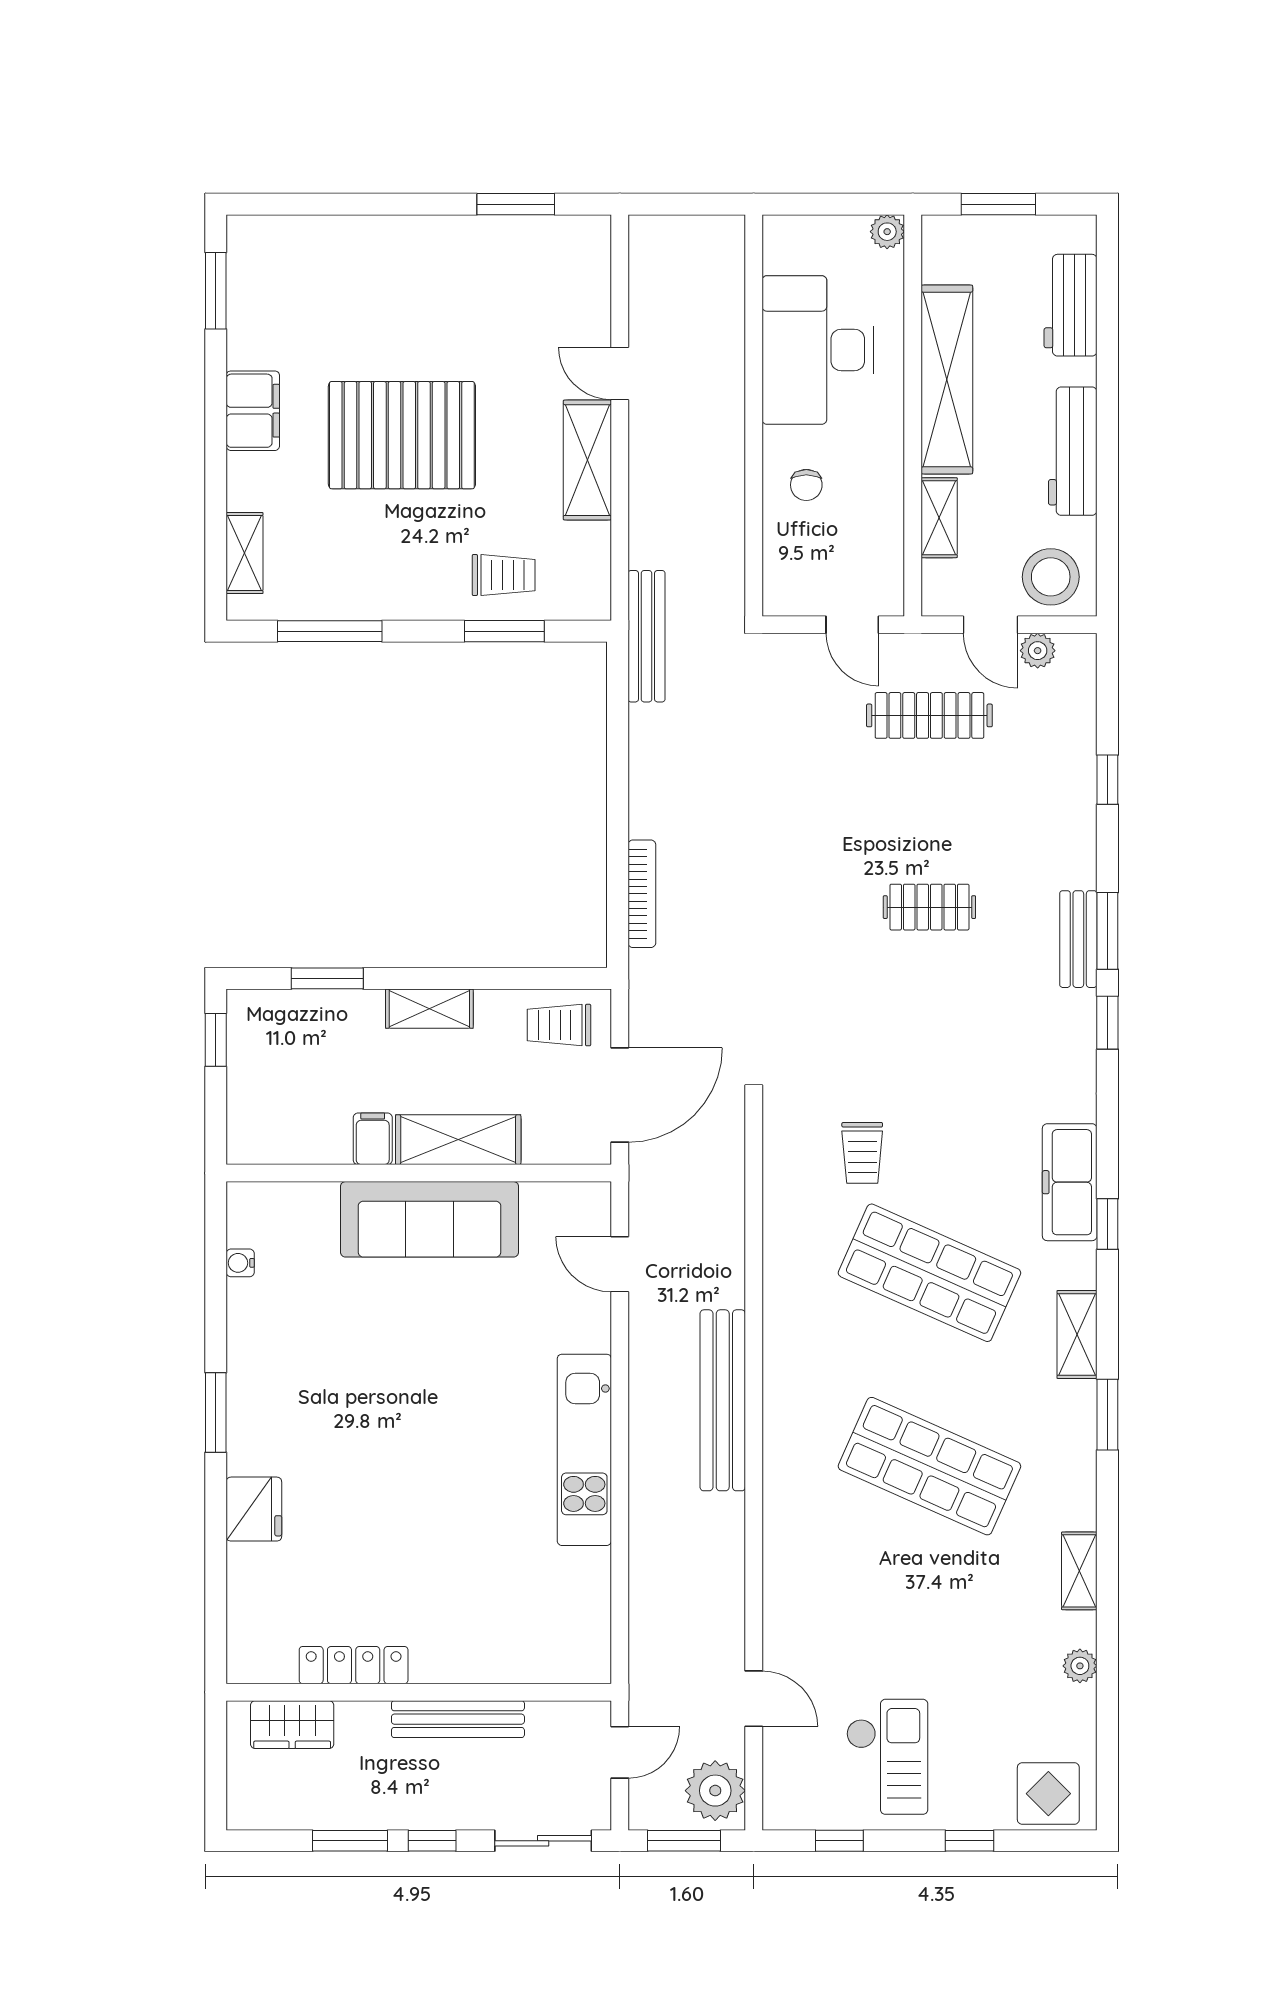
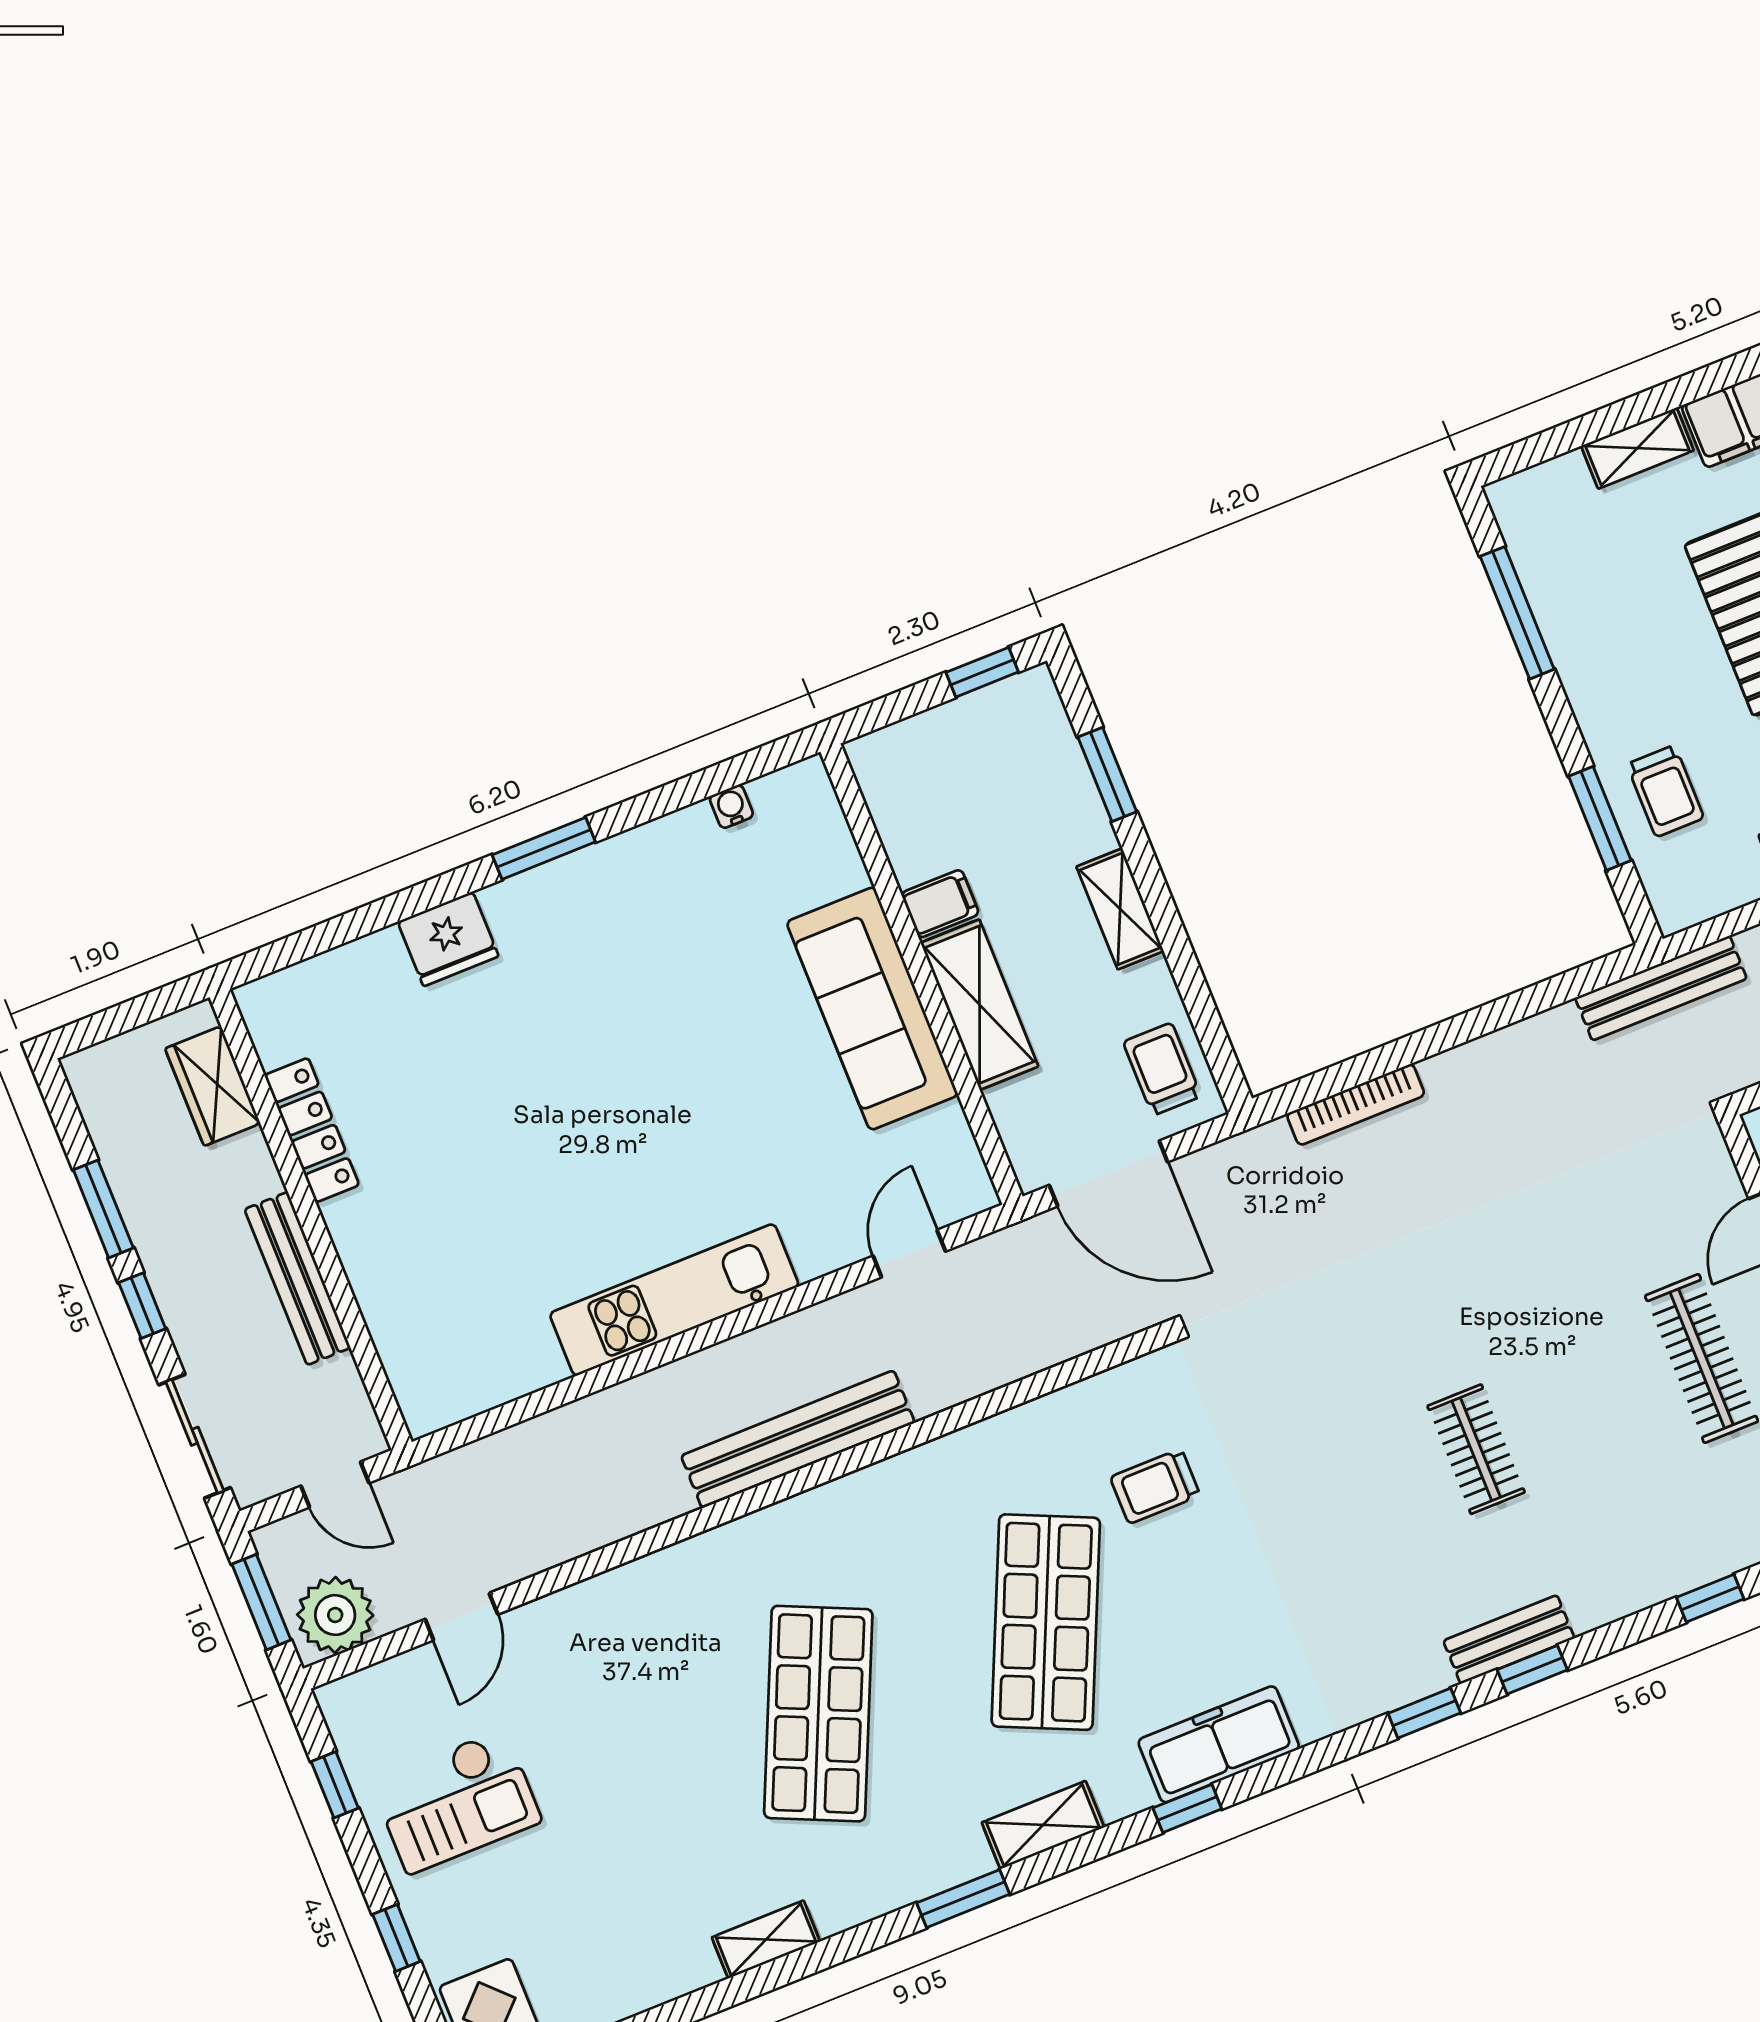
shelving: (245, 553) -> (1637, 448), moved
window: (1107, 931) -> (1532, 1670), width x0.67
plant: (1080, 1666) -> (654, 1985), removed

